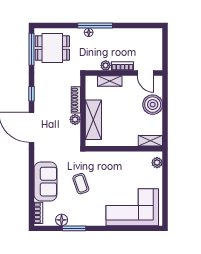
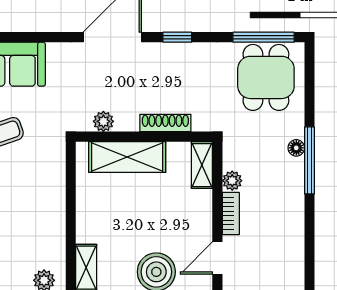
shelving: (110, 81) -> (202, 165), moved
plant: (75, 119) -> (103, 121), moved

